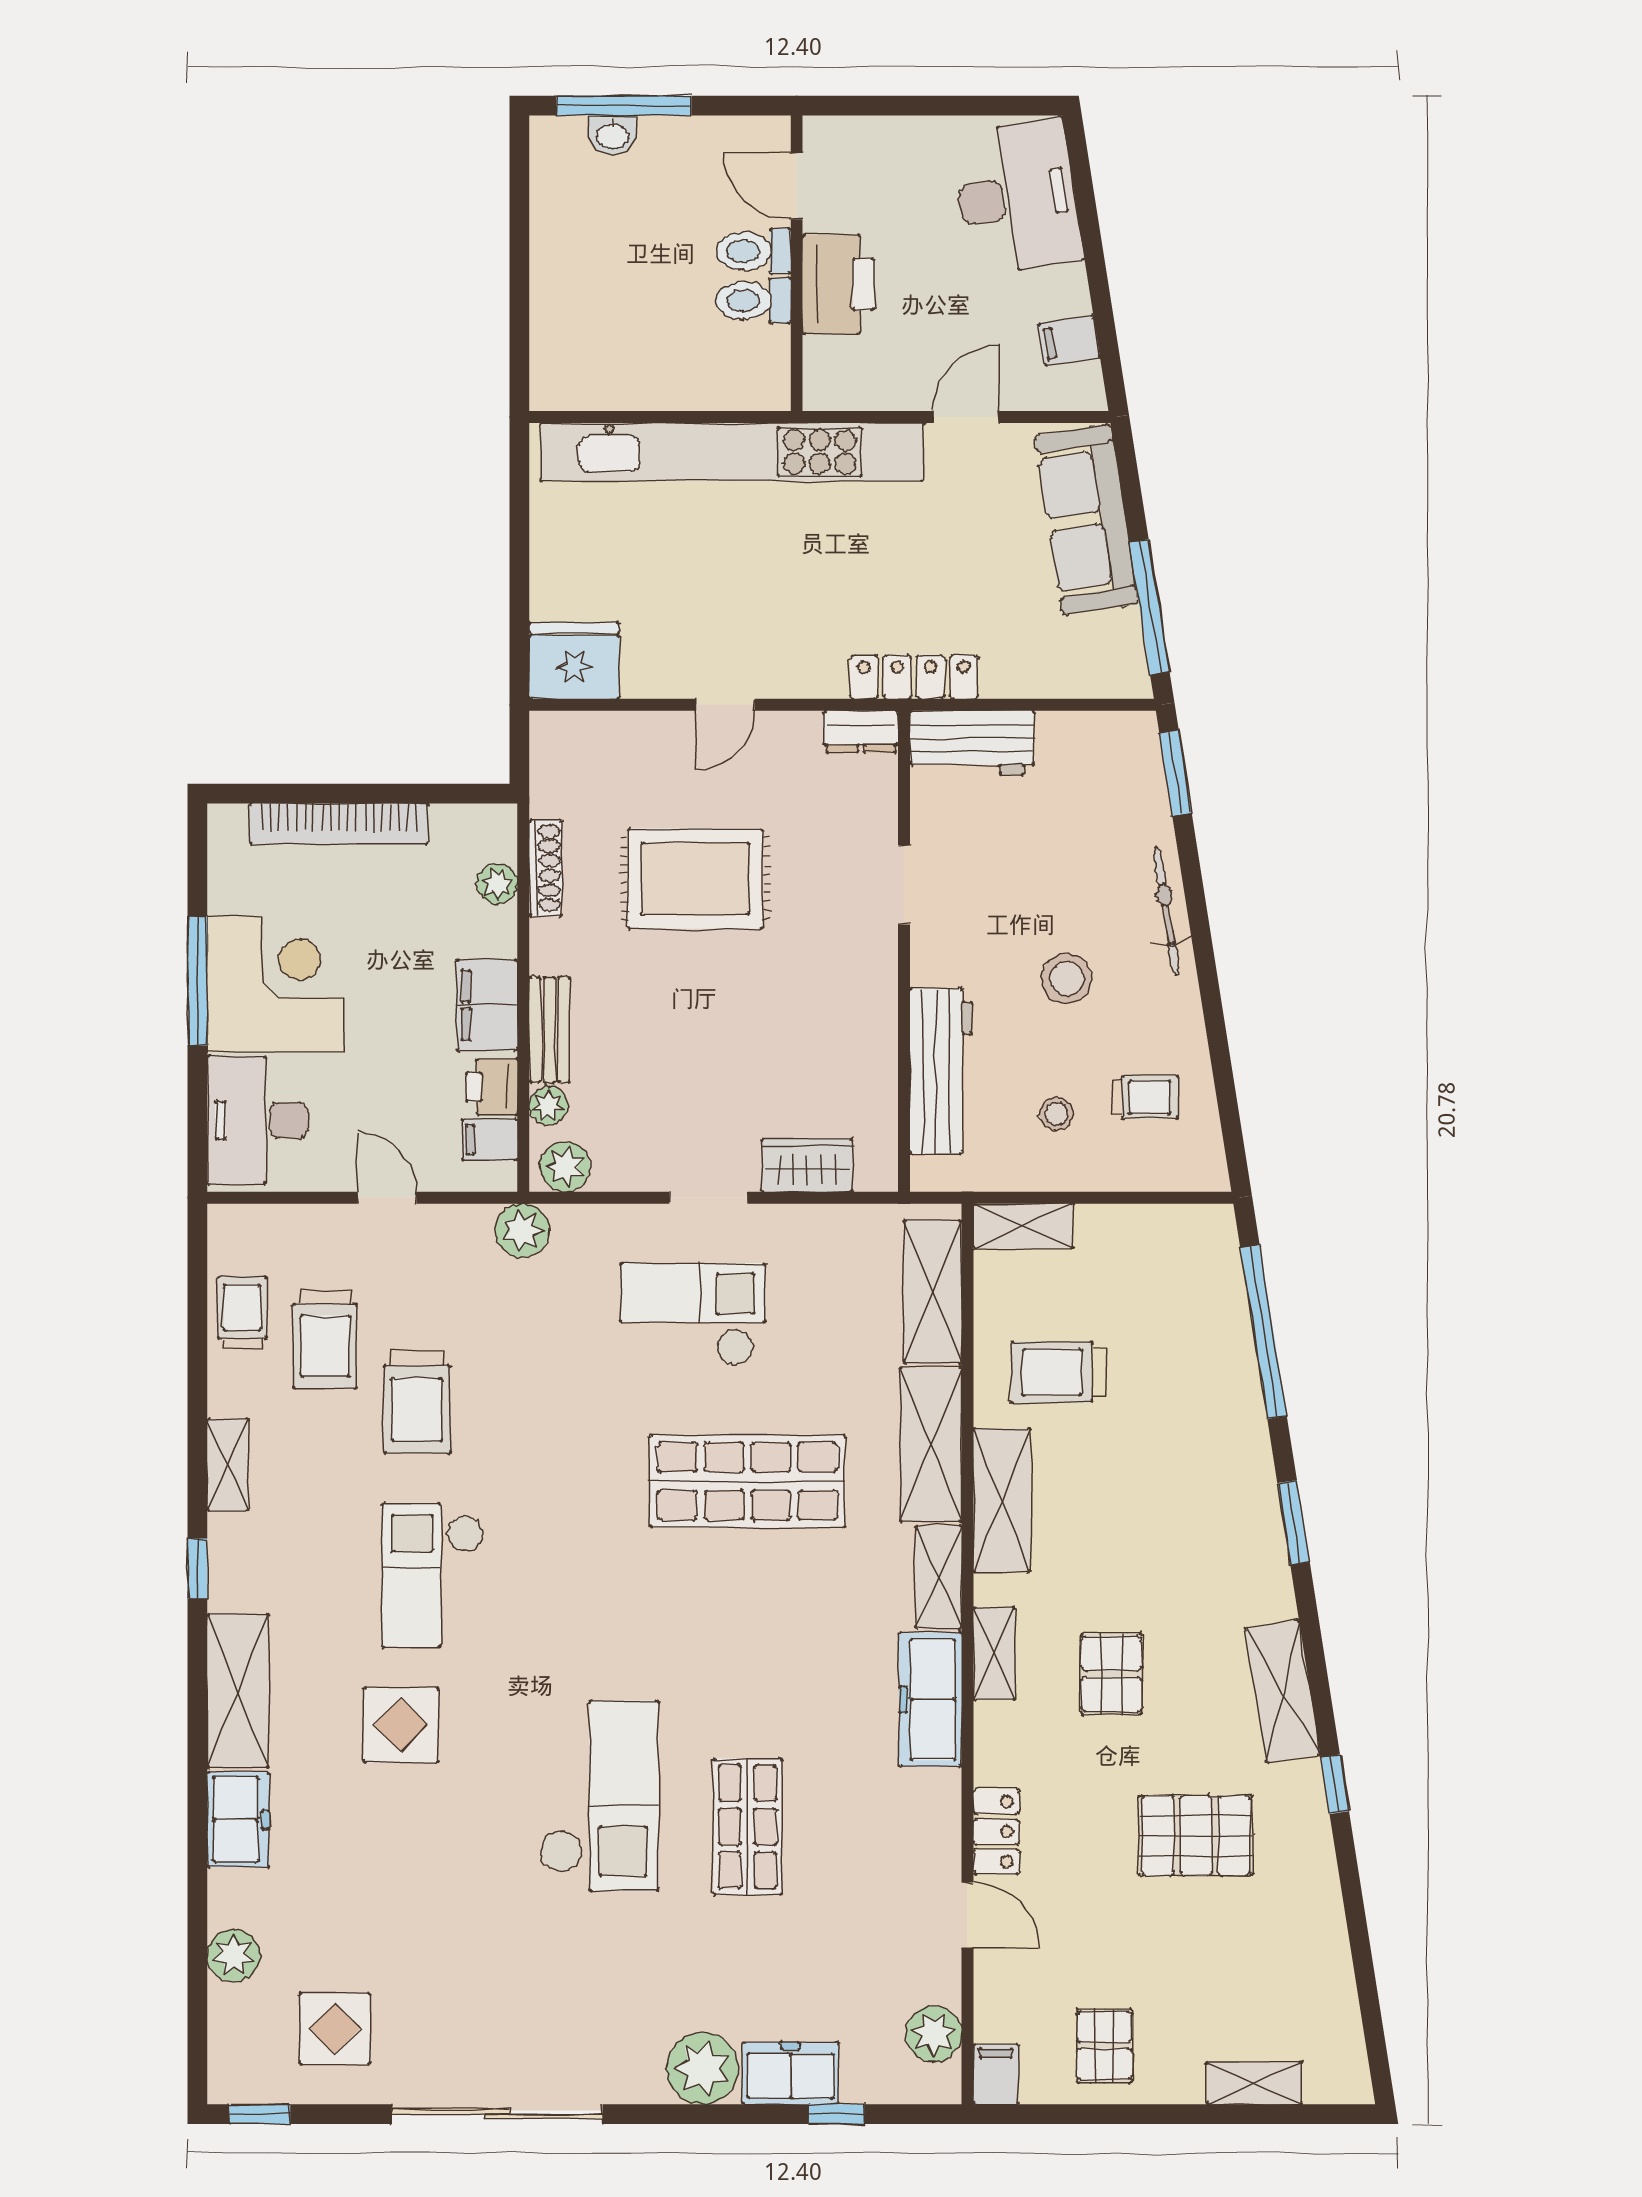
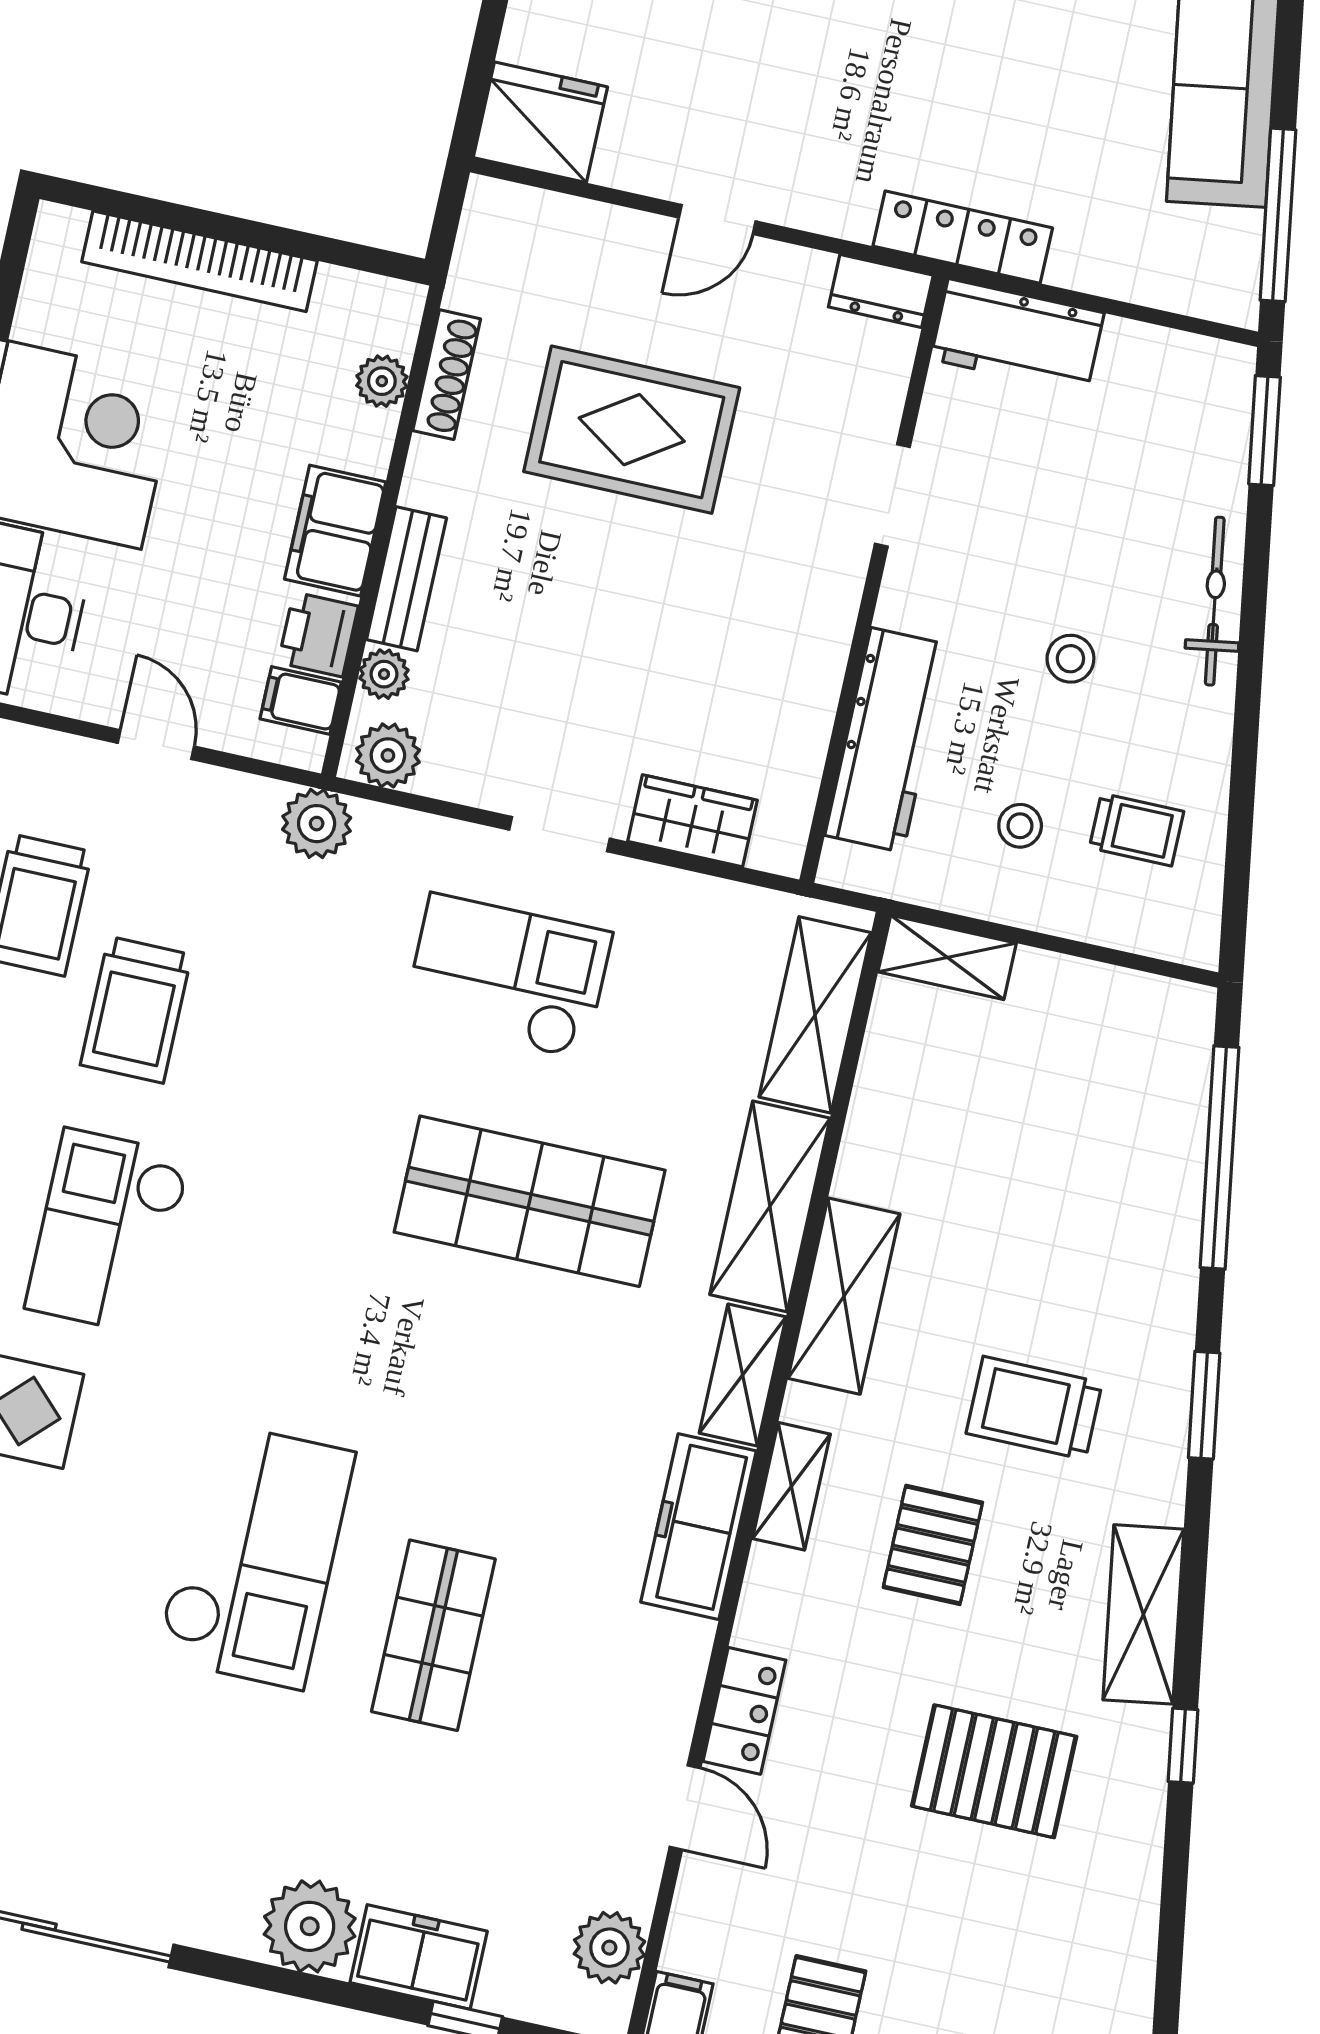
stool: (1067, 979) -> (1070, 659), width x0.73, depth x0.73
trolley: (1058, 1372) -> (1034, 1408), moved

